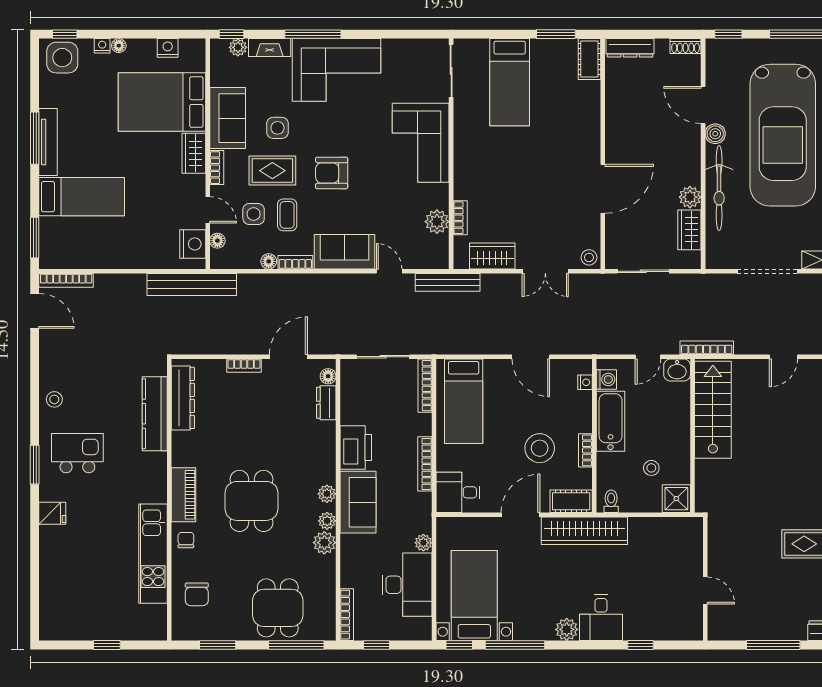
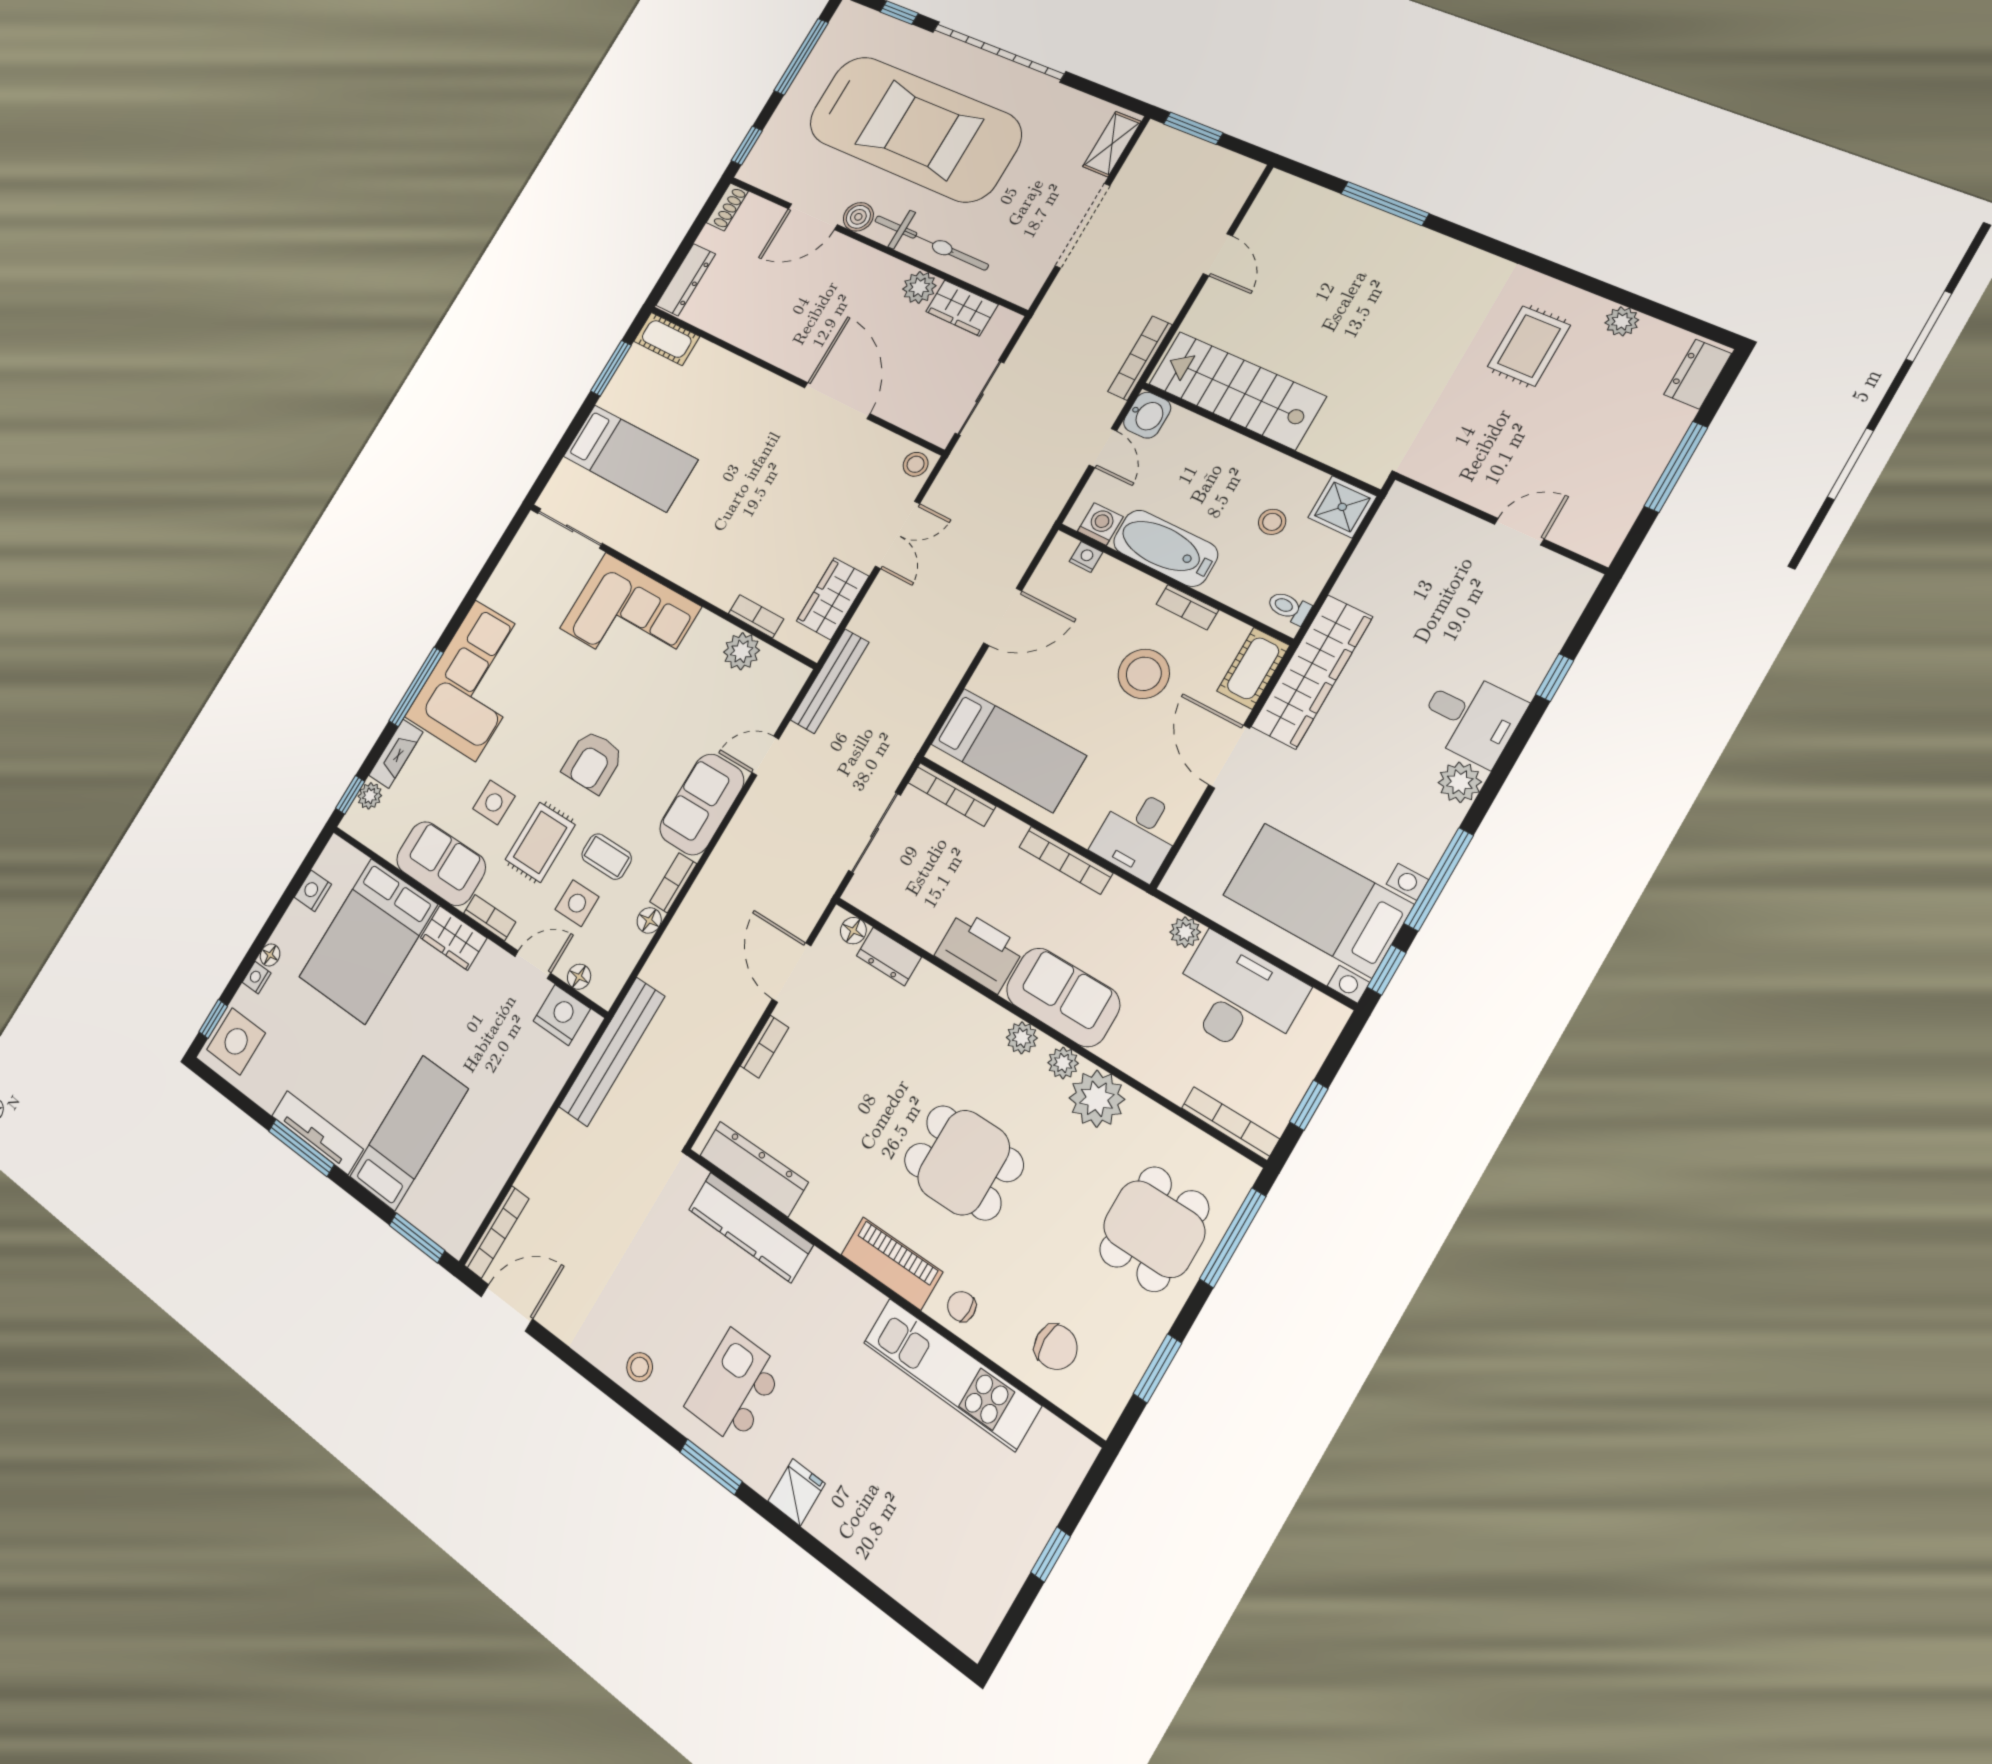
plant: (324, 543) -> (1097, 1099), width x1.36, depth x1.36
dining table: (278, 608) -> (1154, 1229), turned 90

